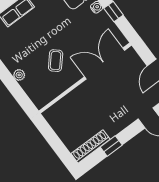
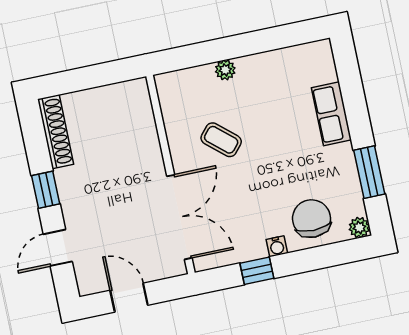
window: (111, 146) -> (46, 190), moved

